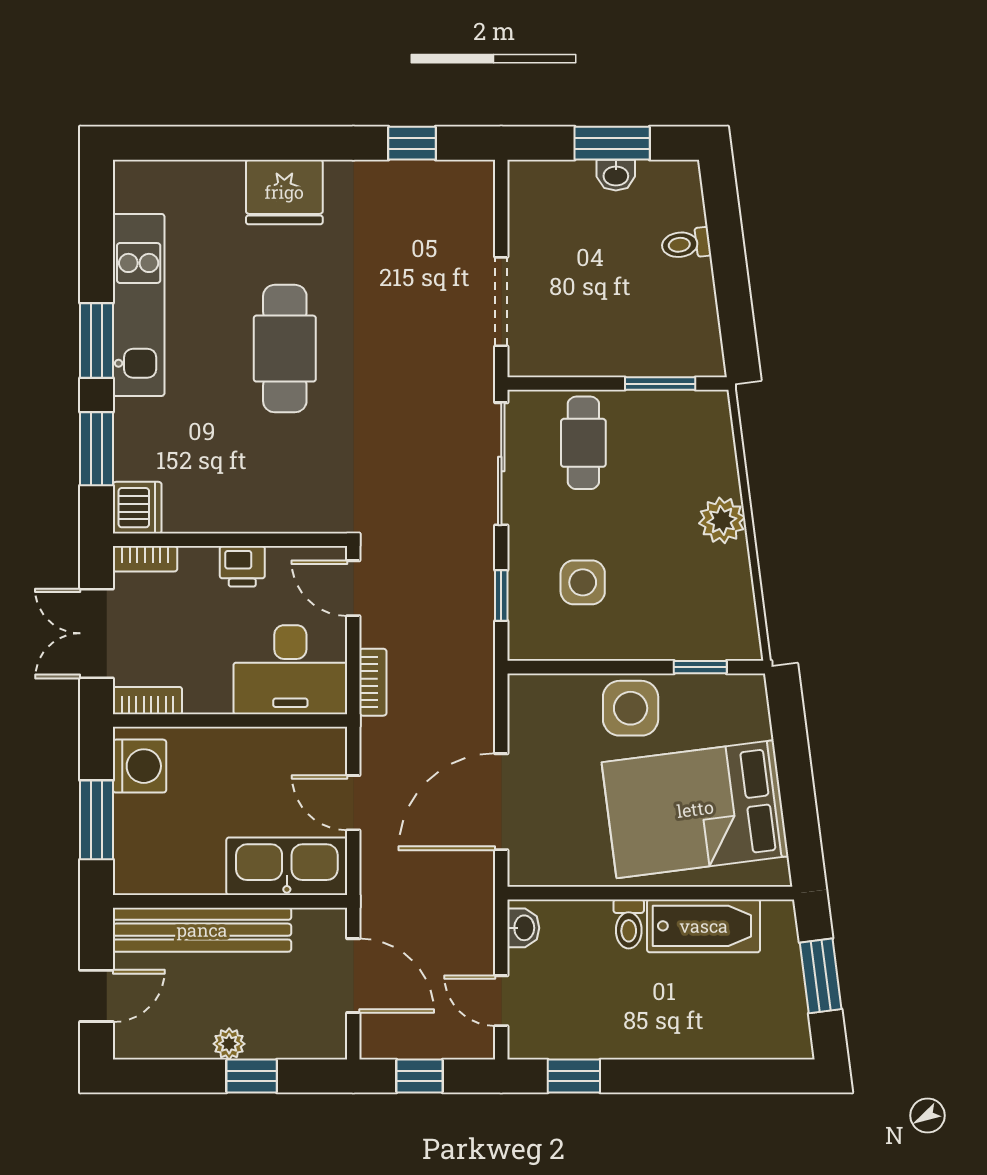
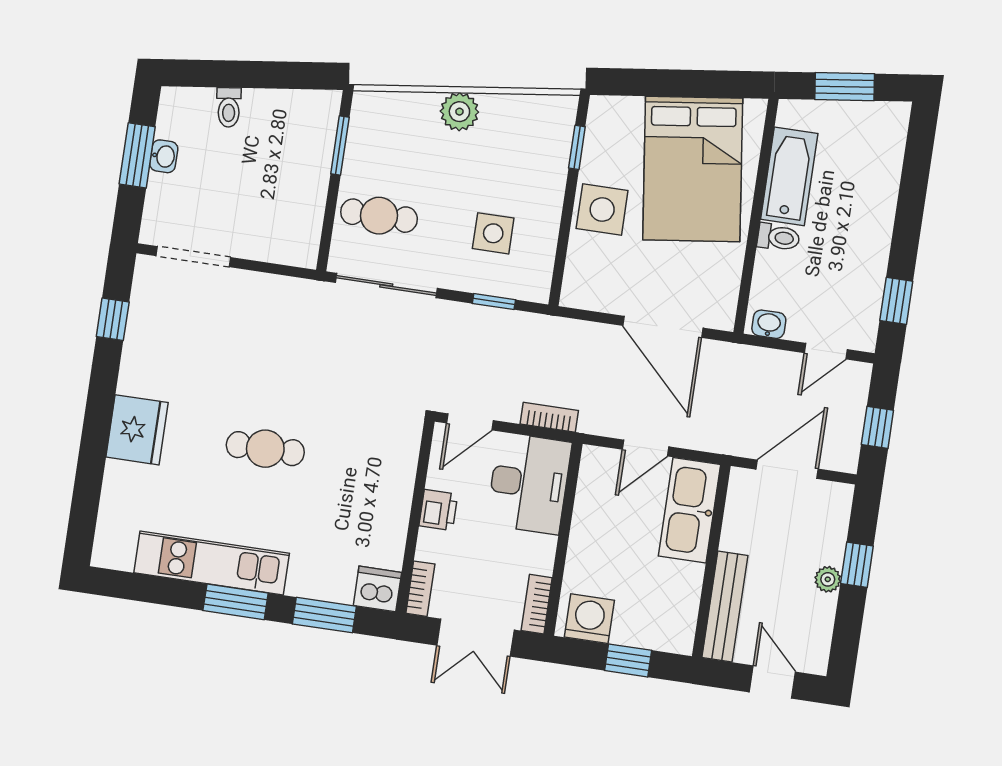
doorway: (501, 302) -> (193, 257), moved
cafe table: (285, 349) -> (265, 449), width x0.73, depth x0.74
window: (96, 820) -> (628, 660), width x0.67
bench: (202, 930) -> (725, 607), width x0.73, depth x0.82

